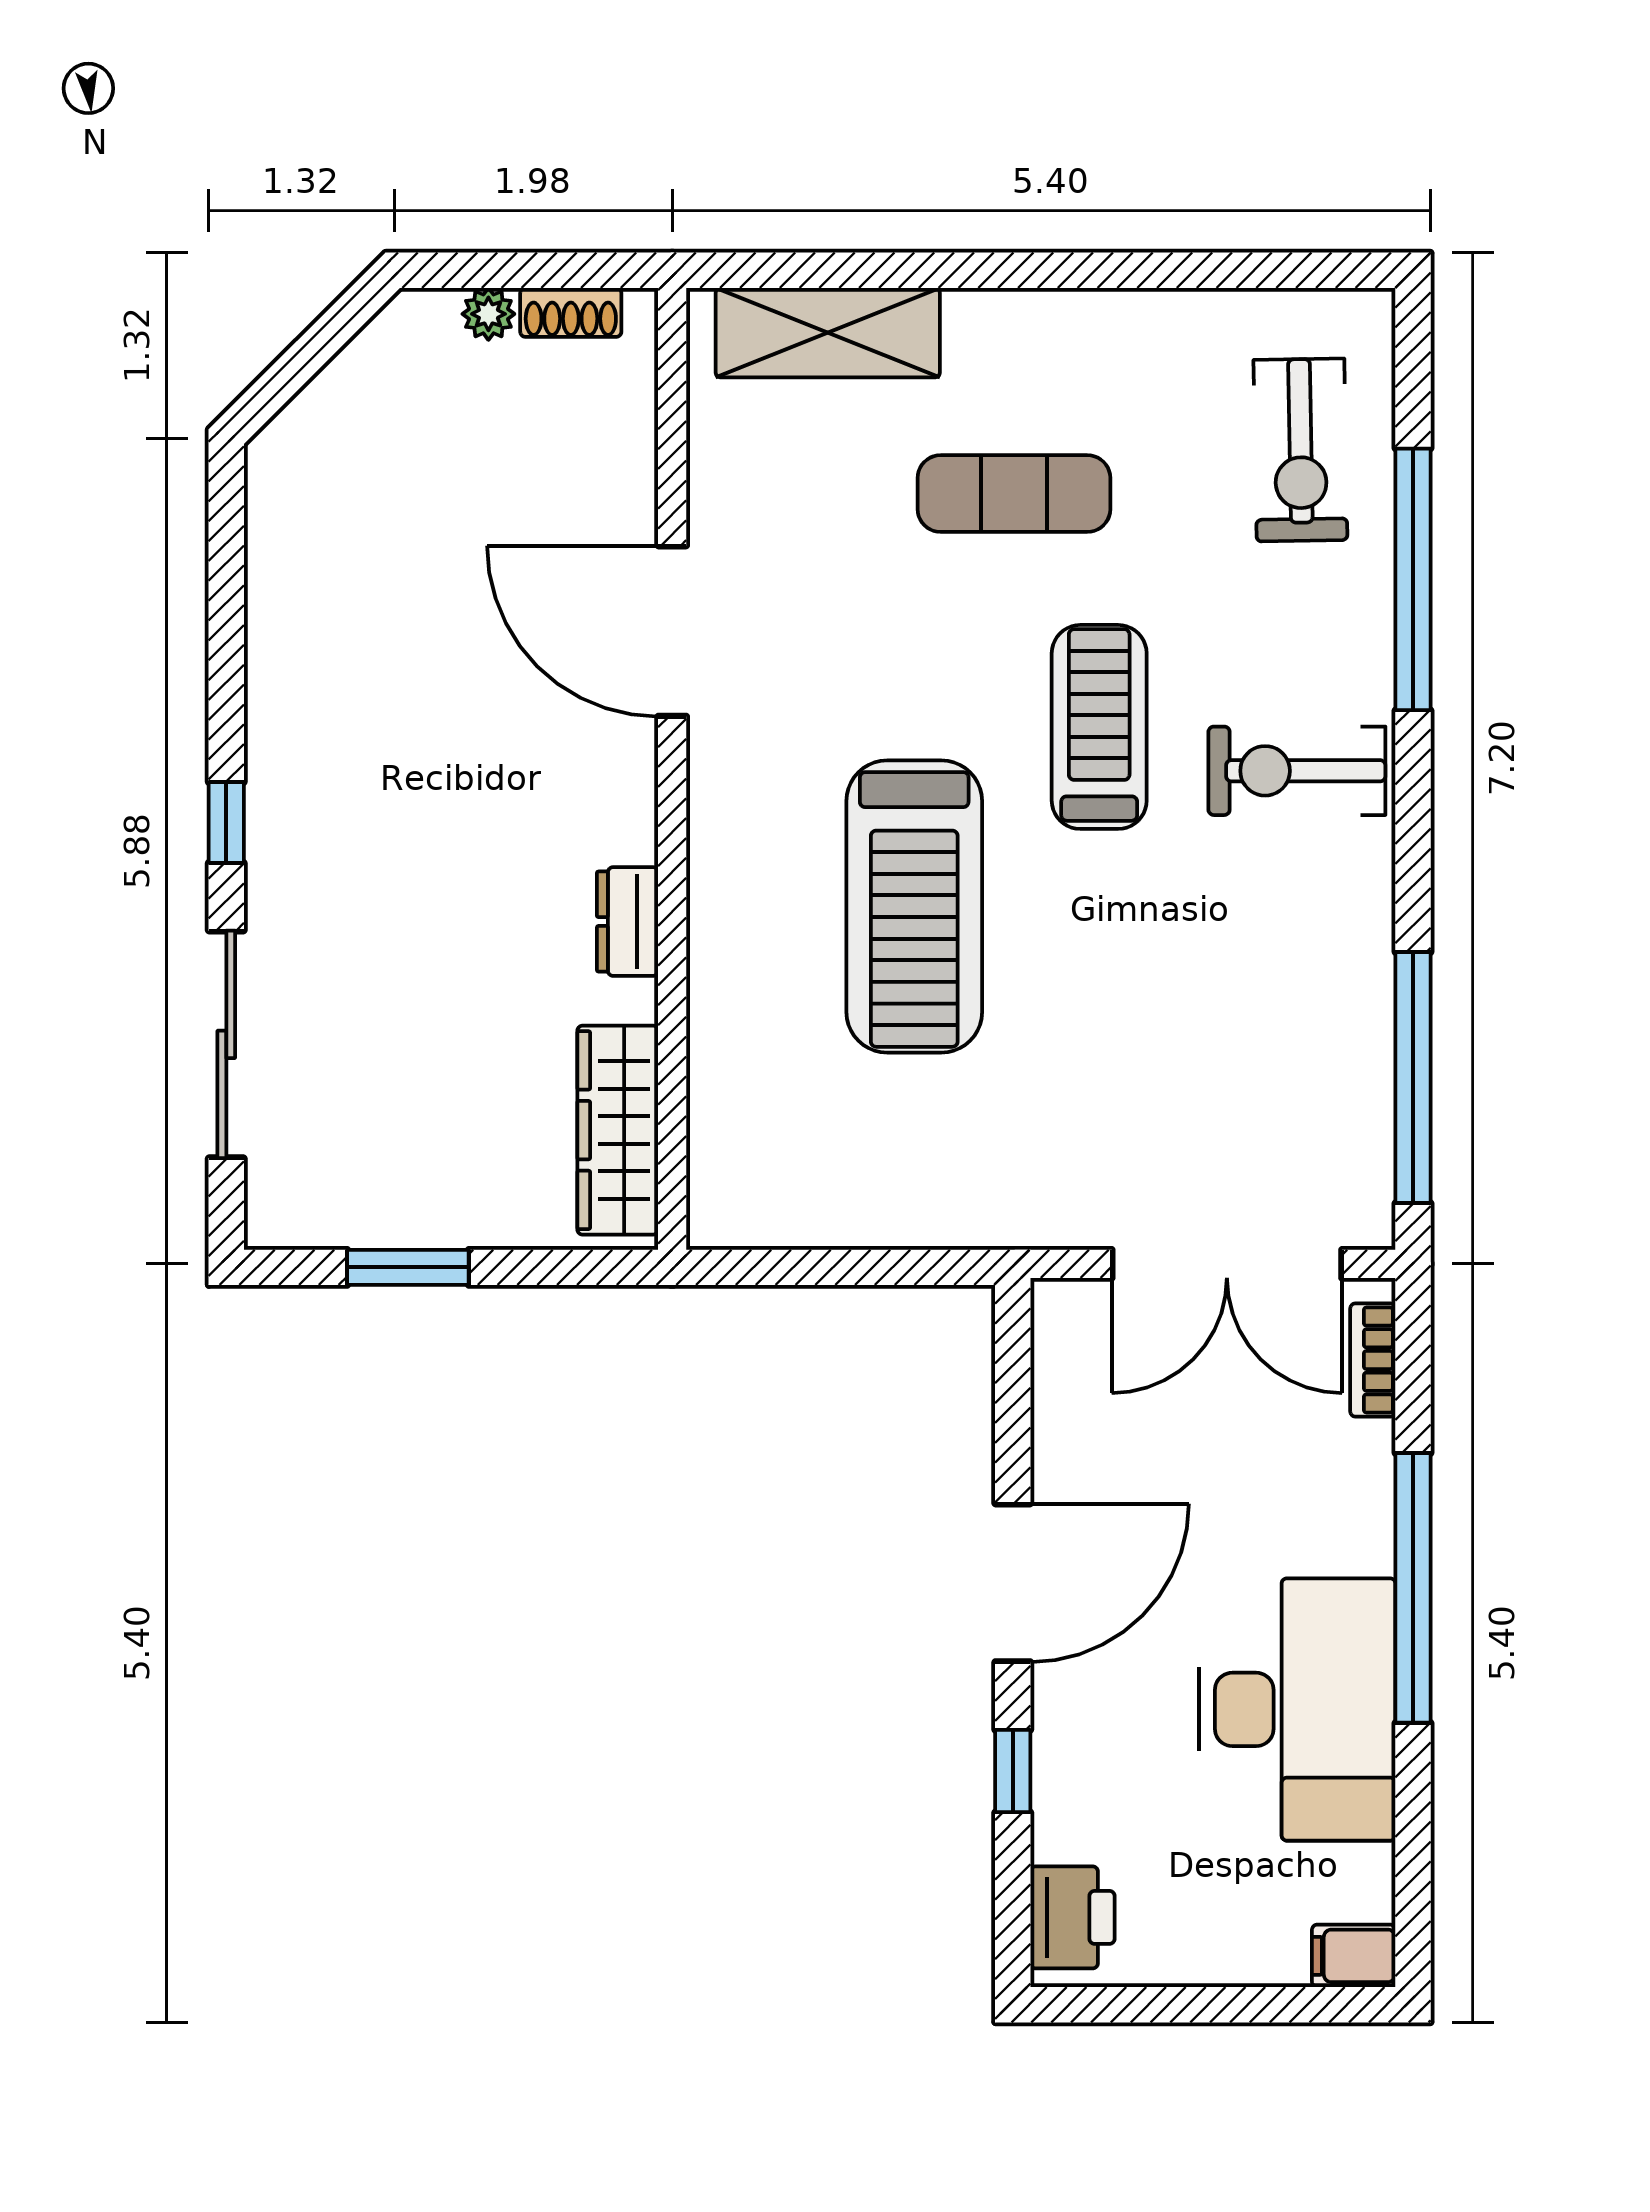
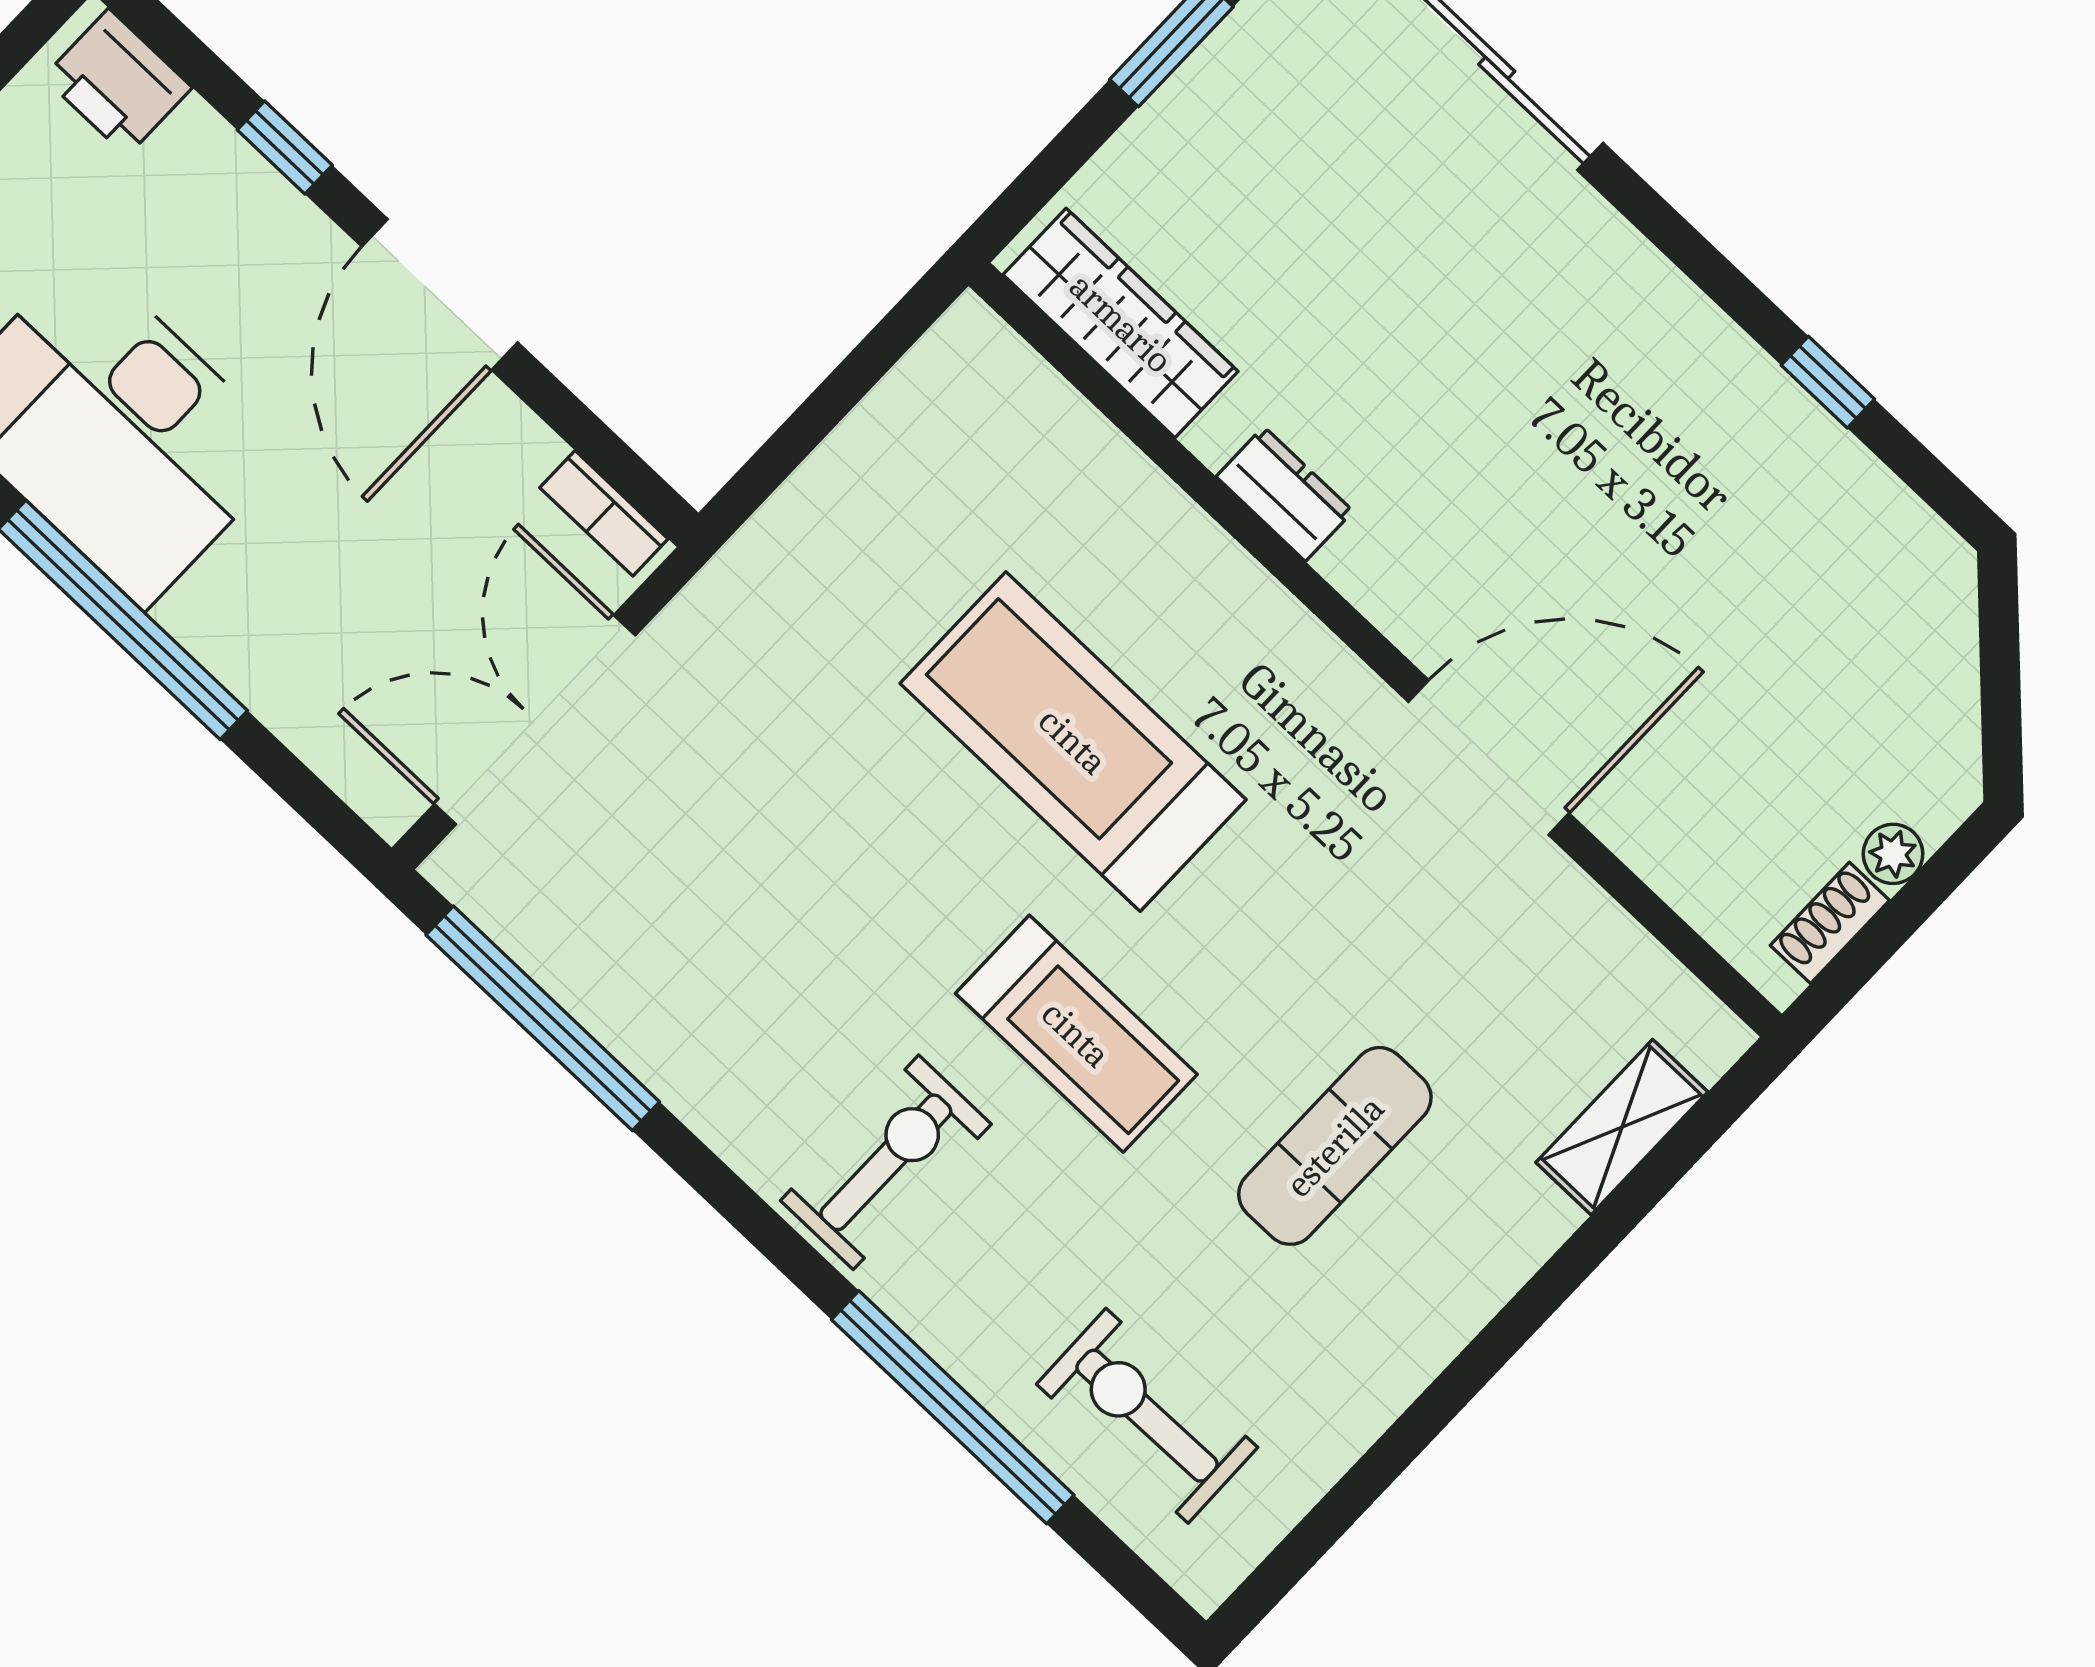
shelving: (828, 333) -> (1622, 1127), width x0.67, depth x0.75
window: (226, 822) -> (1828, 382), moved
bookcase: (1373, 1360) -> (604, 513), moved, turned 180

